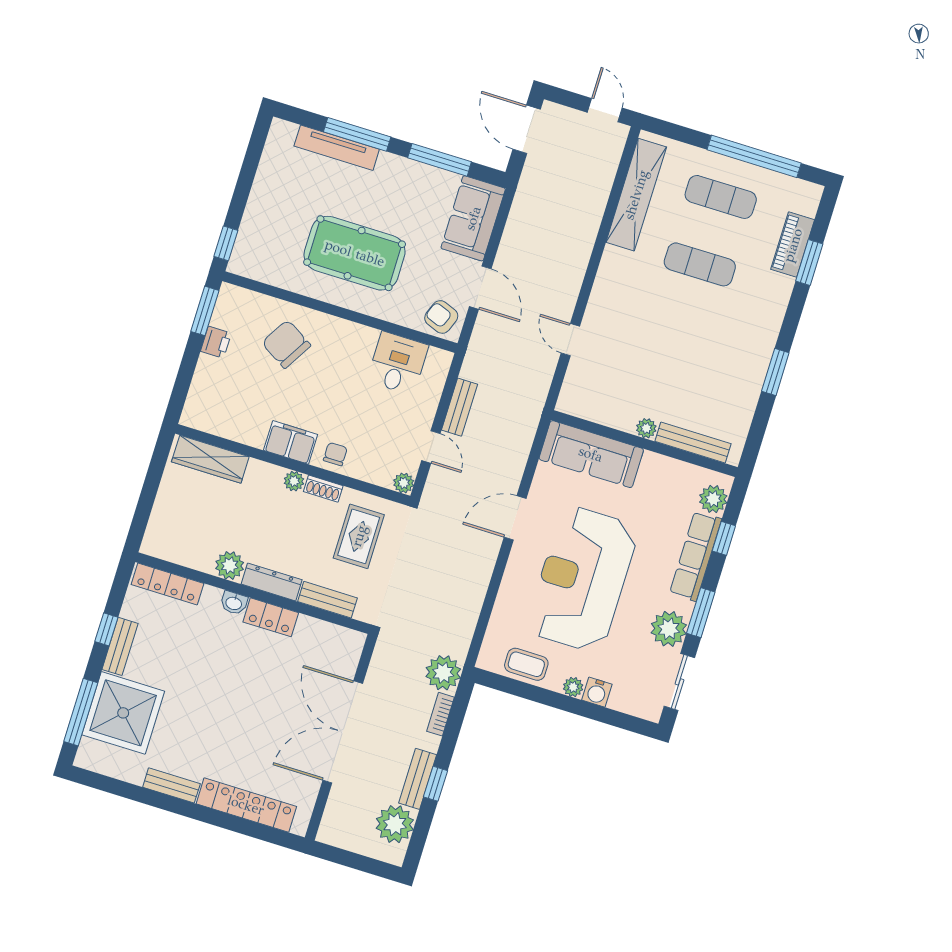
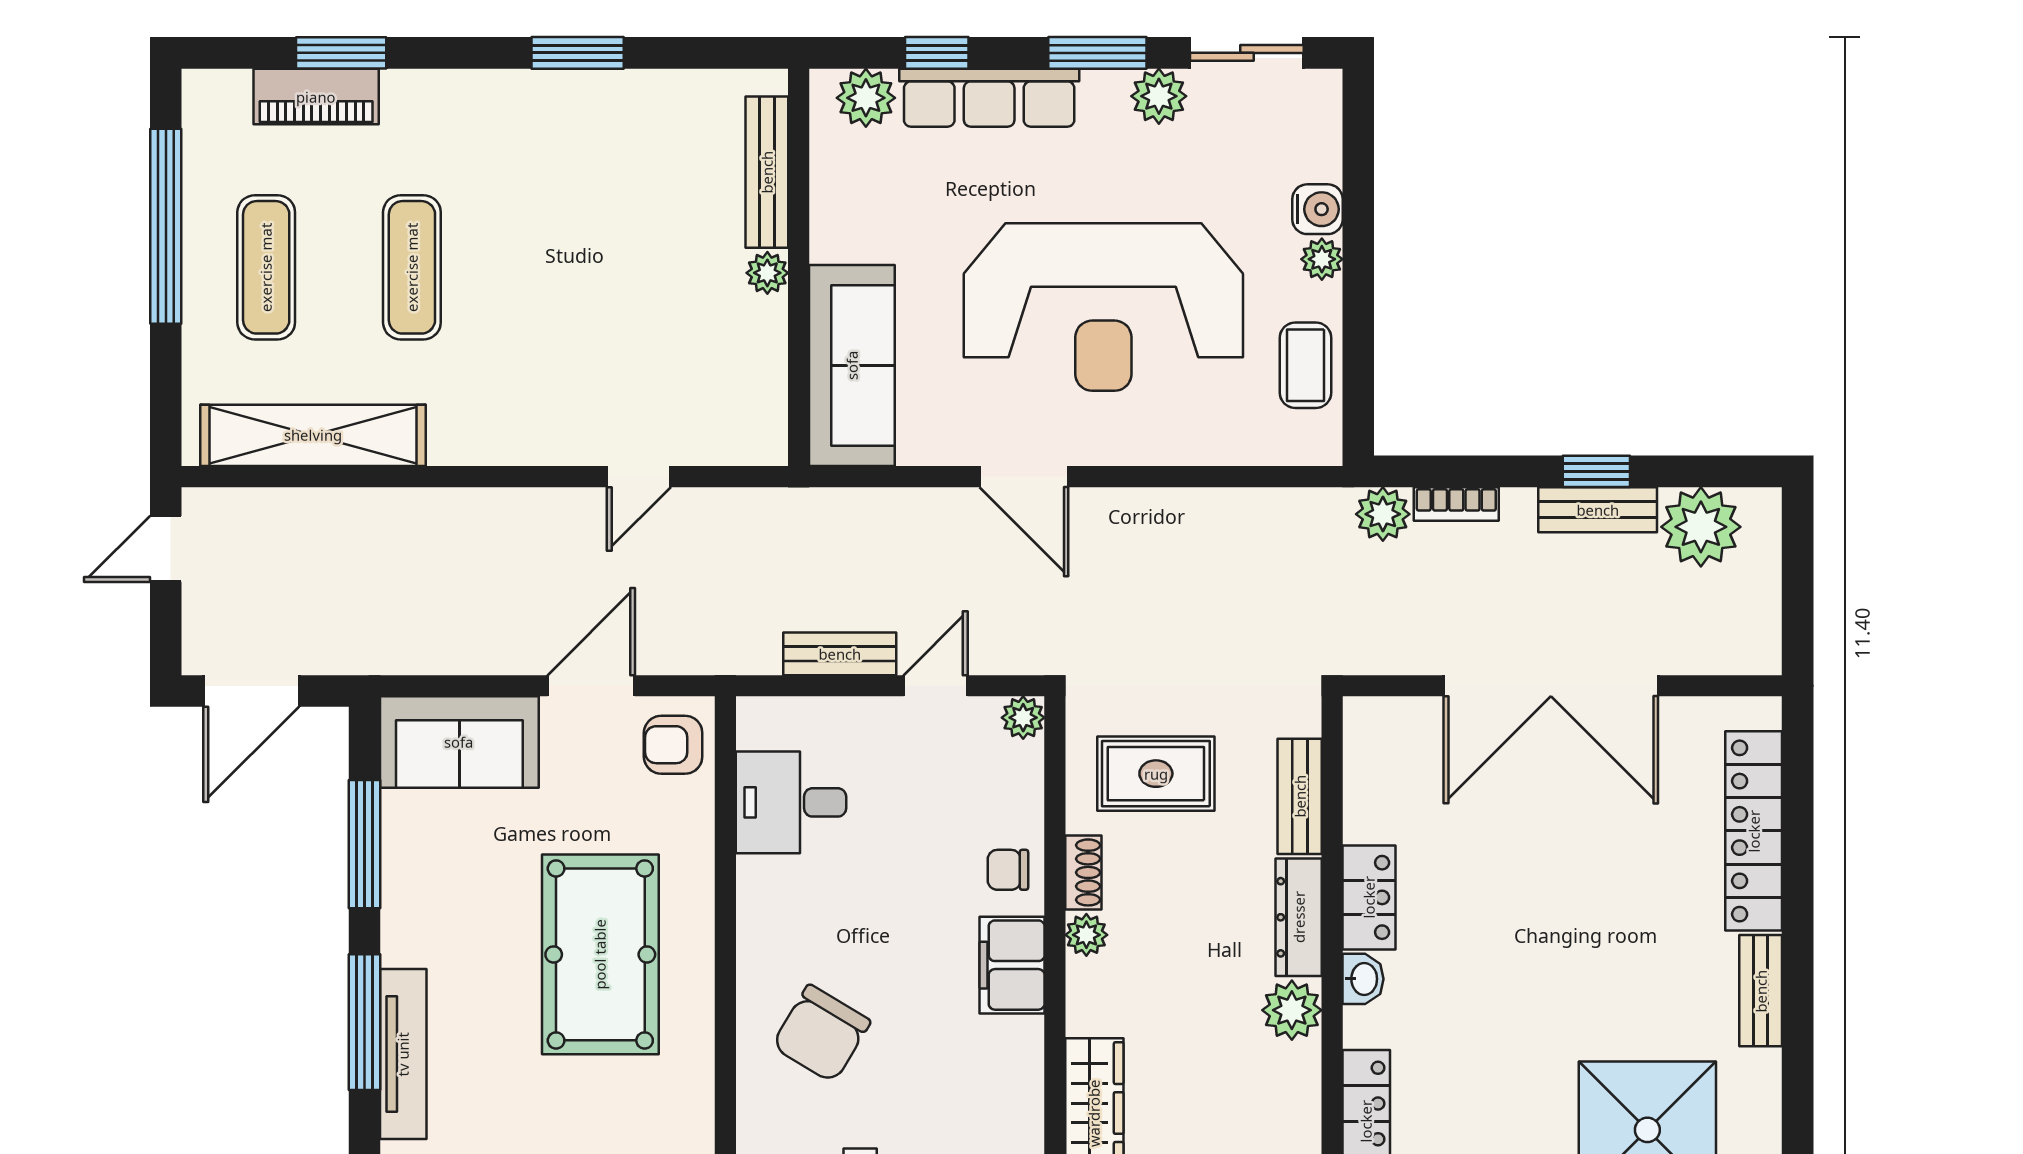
armchair: (441, 317) -> (673, 745), turned 69
plant: (669, 629) -> (1159, 96), width x0.73, depth x0.73
plant: (443, 673) -> (1383, 514), width x0.73, depth x0.73

